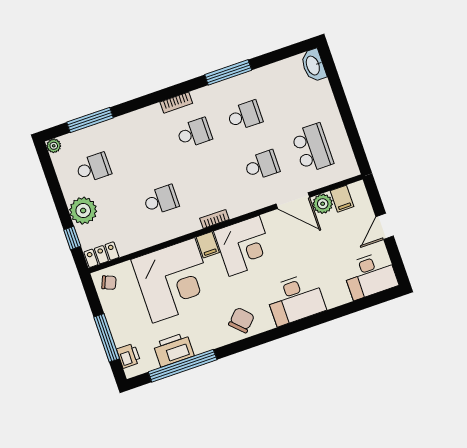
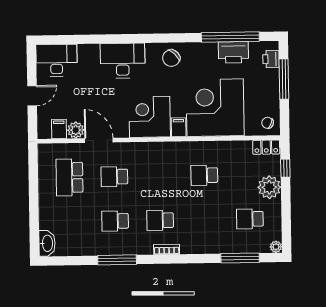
bookcase: (214, 219) -> (166, 146), removed

